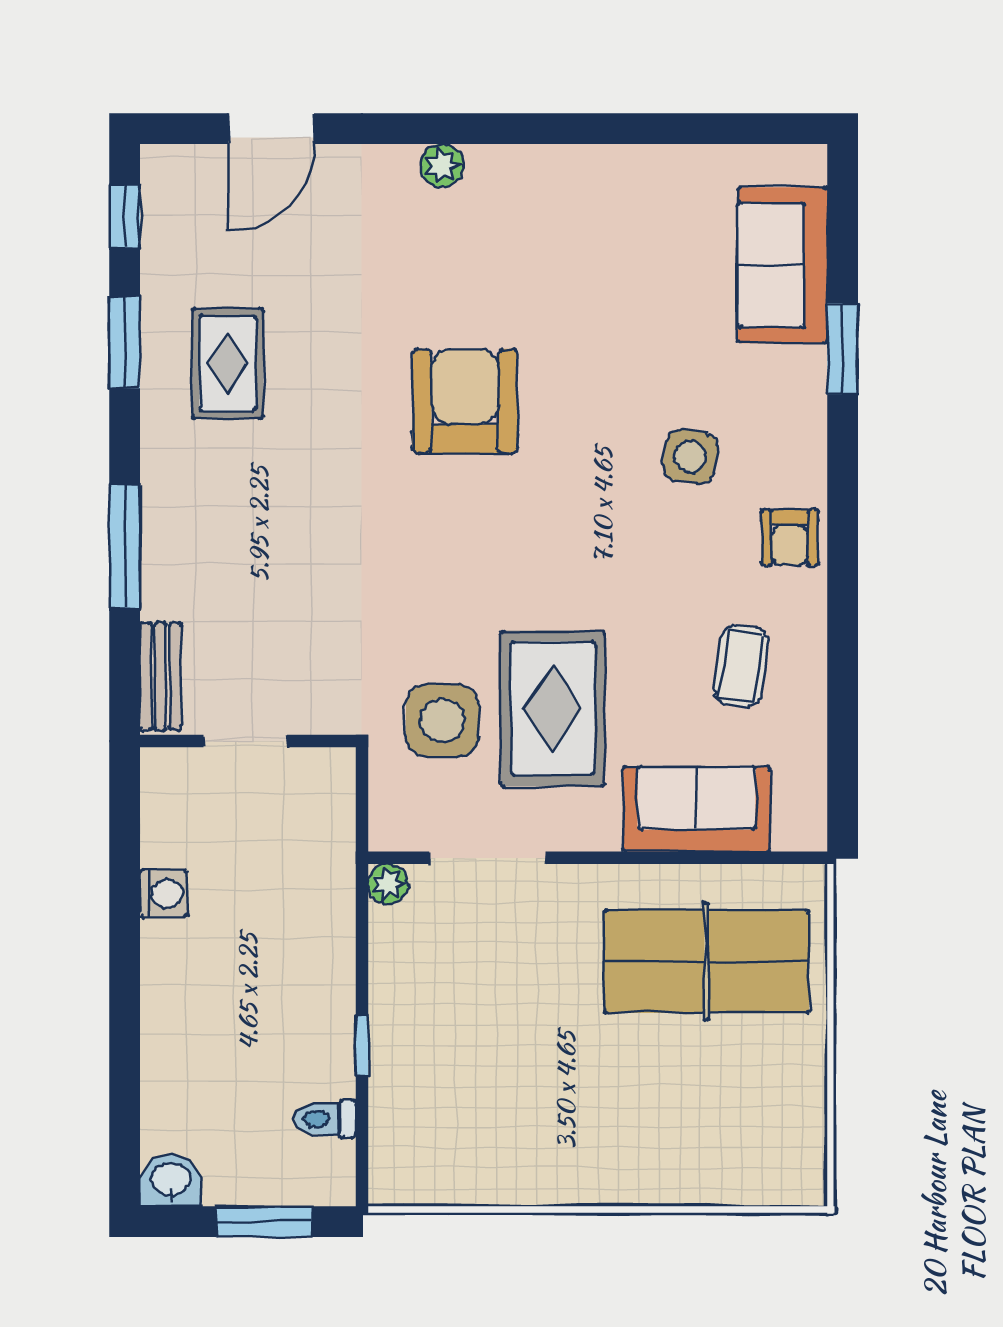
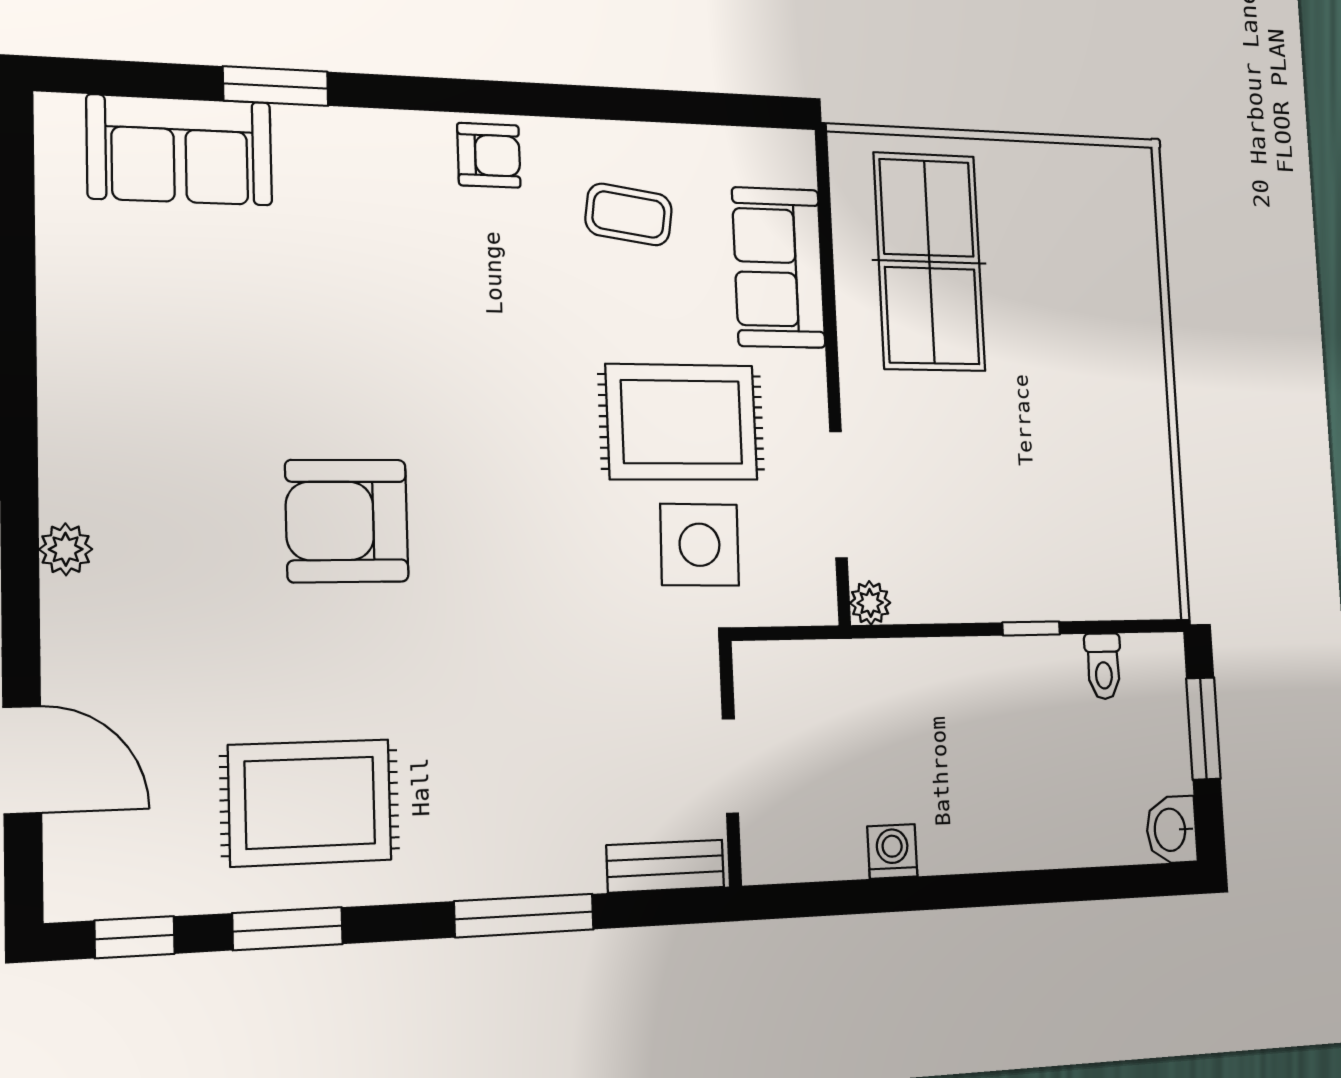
rug: (228, 363) -> (310, 803), width x1.36, depth x1.43
side table: (690, 457) -> (403, 263), removed

